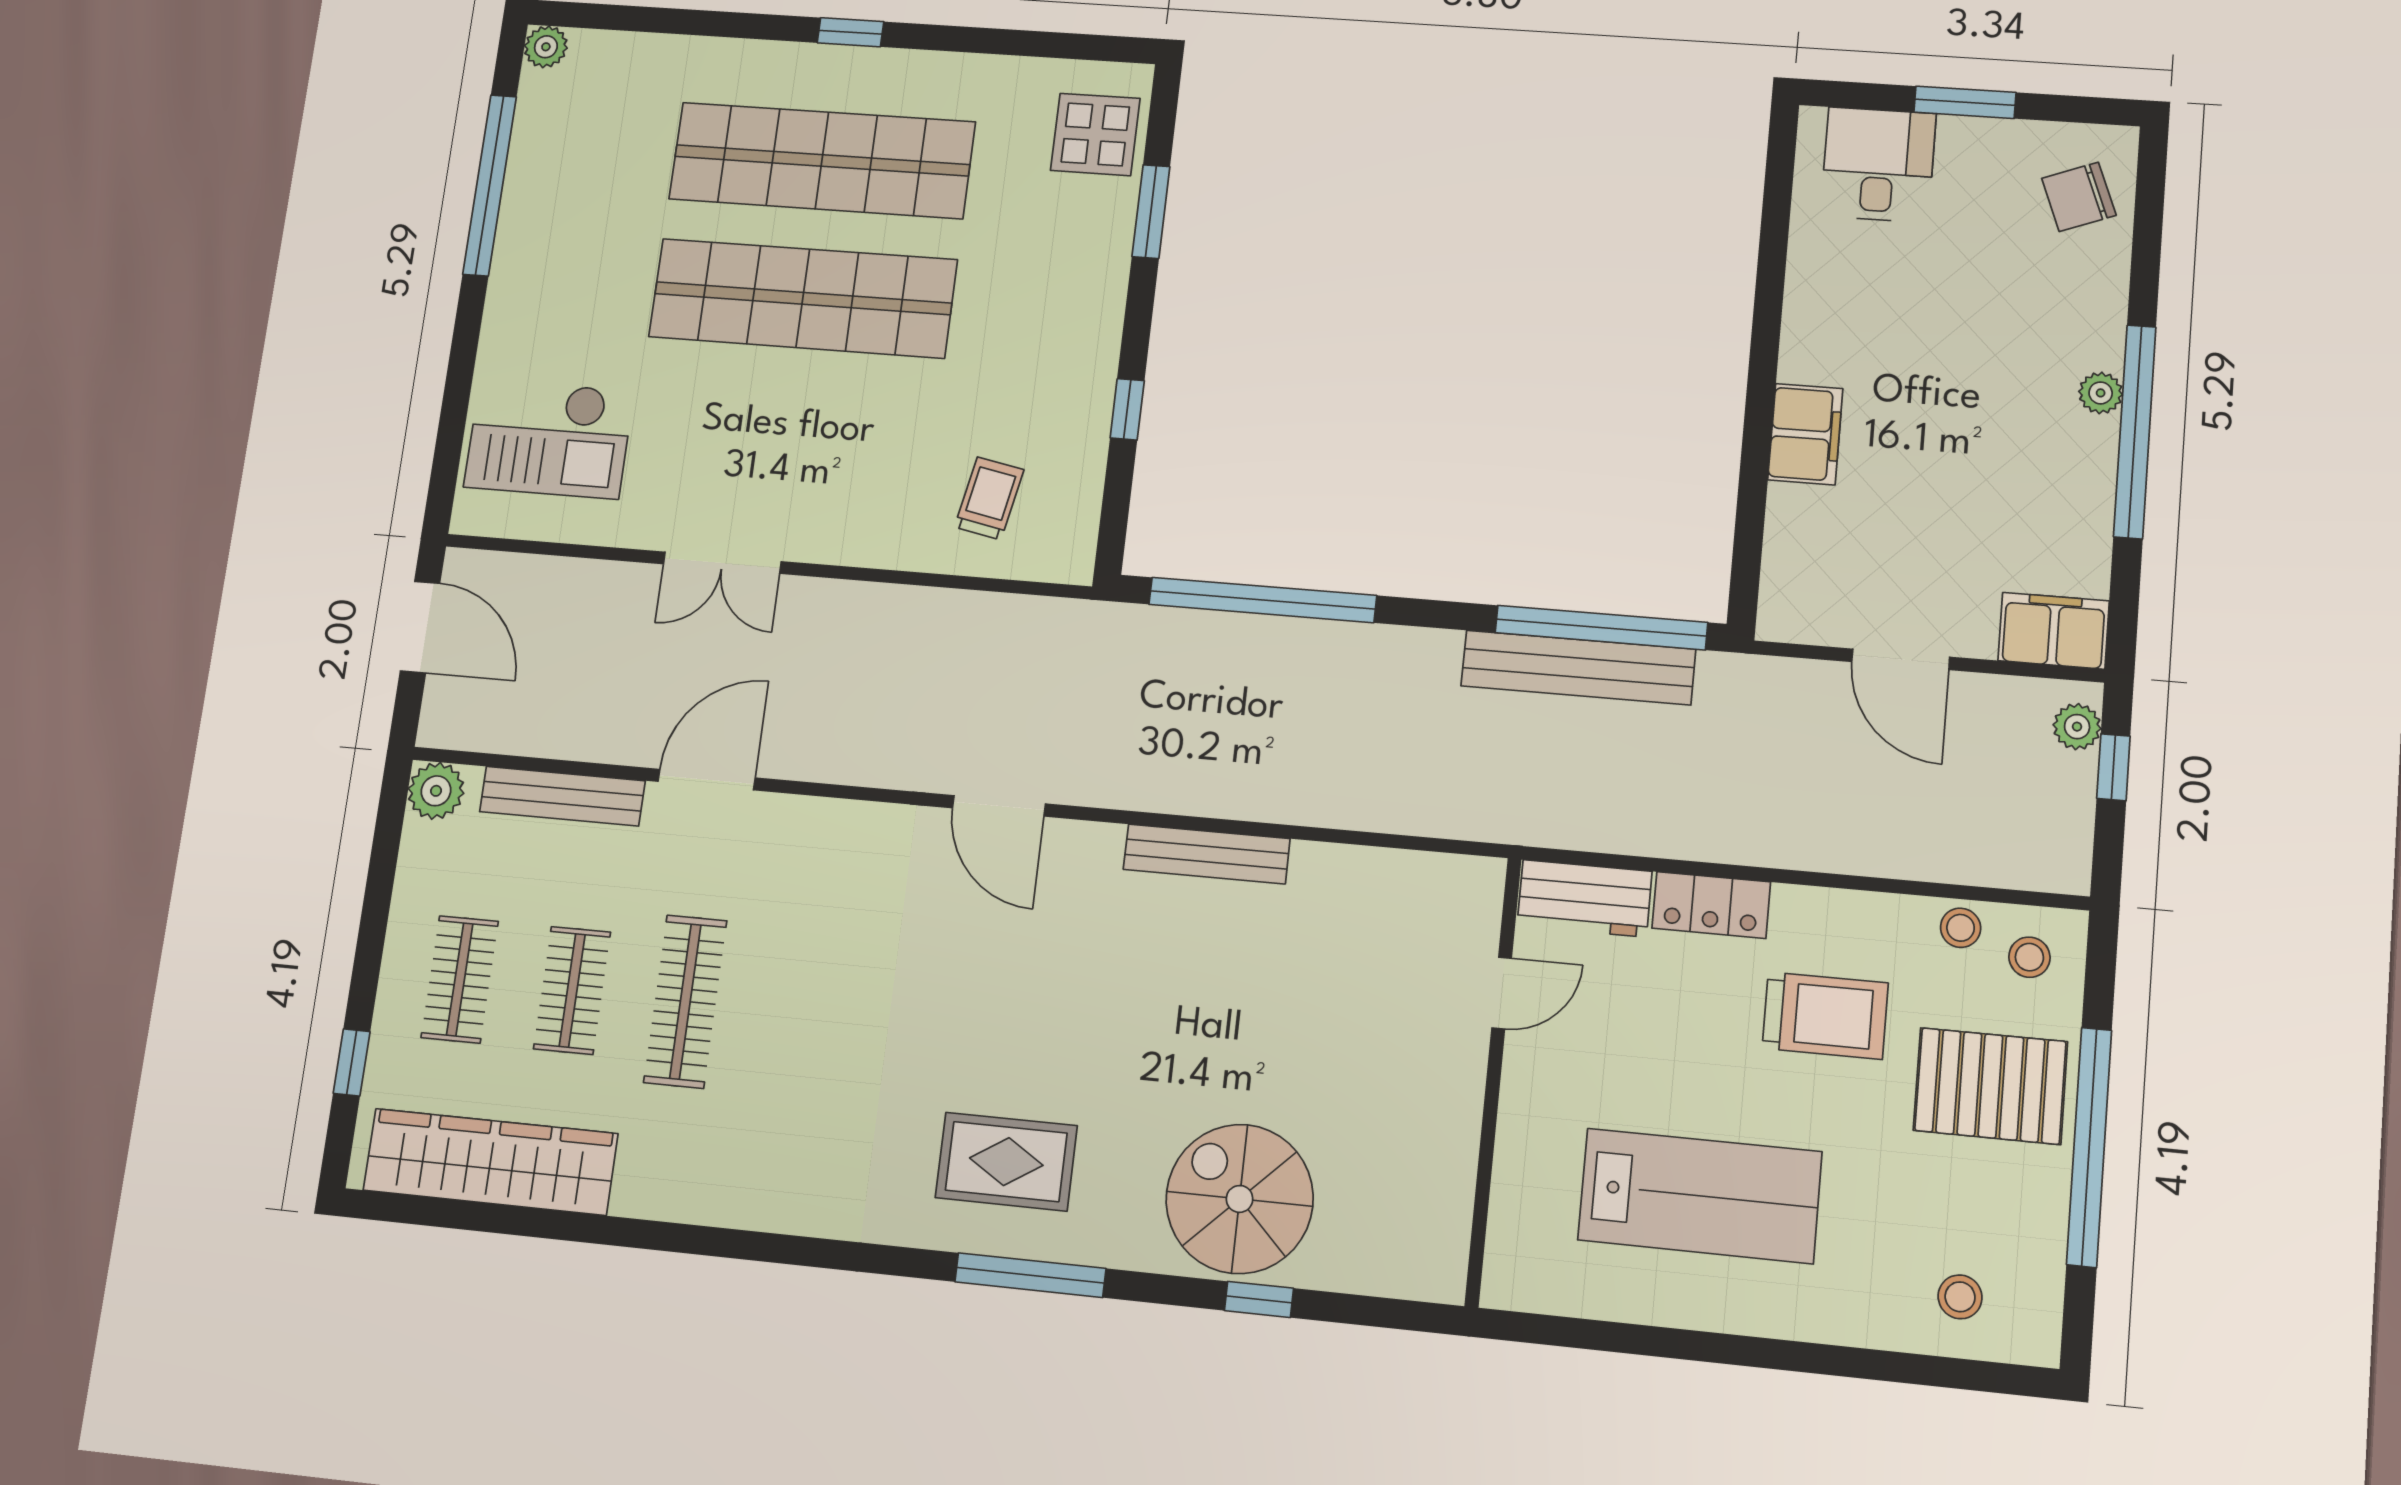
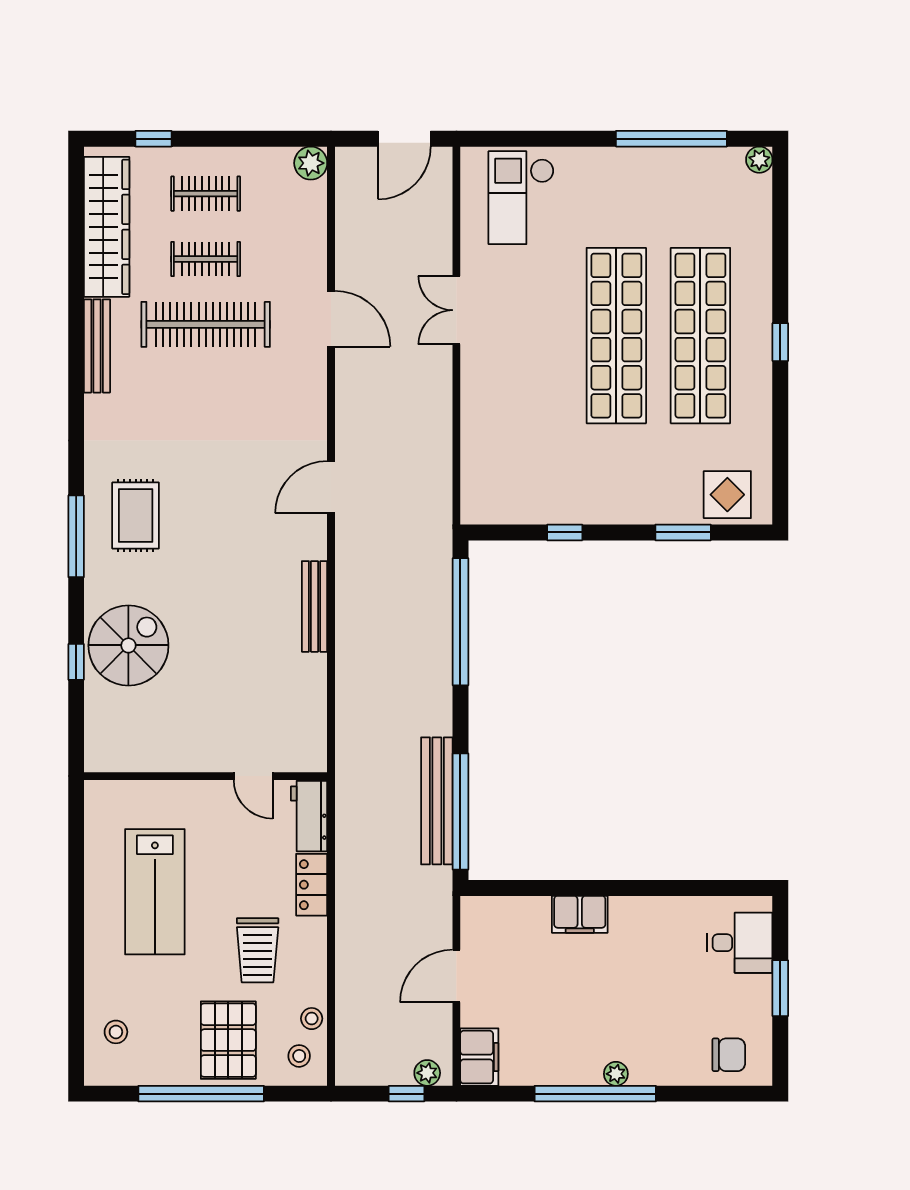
chair: (2079, 197) -> (729, 1055), turned 111
trolley: (989, 498) -> (506, 459), removed
bench: (562, 796) -> (97, 346), moved
clothes rail: (685, 1001) -> (206, 324), width x1.37, depth x1.31

